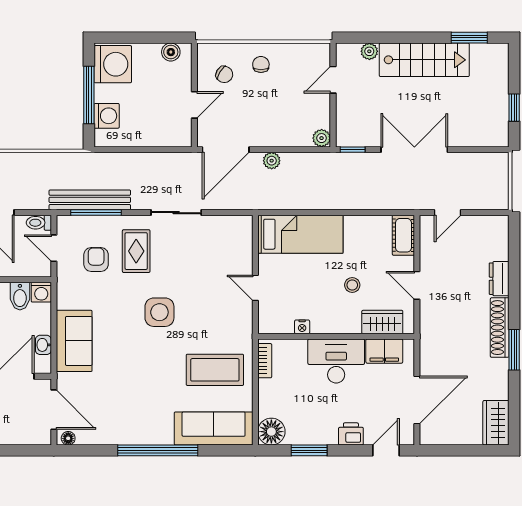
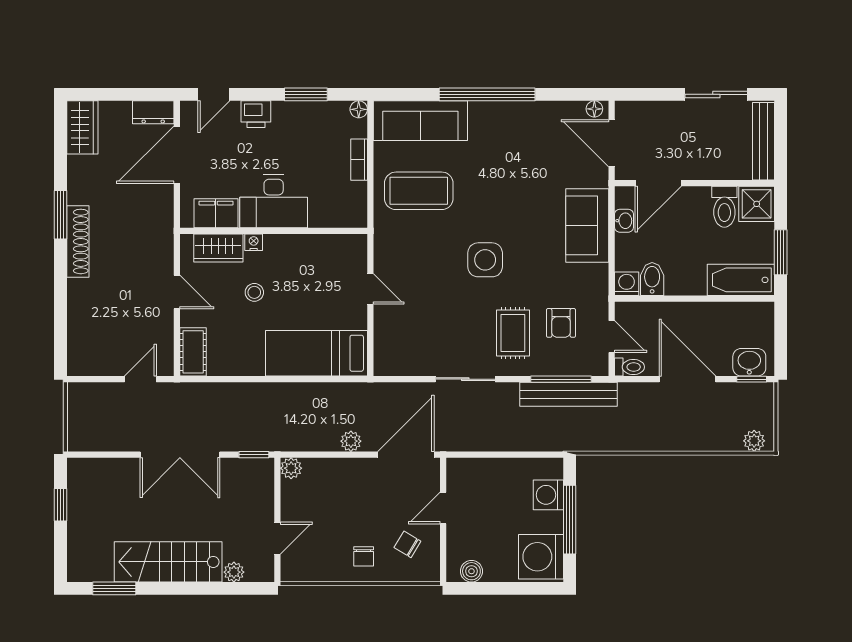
dresser: (499, 279) -> (153, 112), moved, turned 90
nightstand: (302, 327) -> (254, 242), moved
bookcase: (265, 361) -> (359, 160), moved
floor lamp: (271, 432) -> (359, 109), width x0.53, depth x0.53

